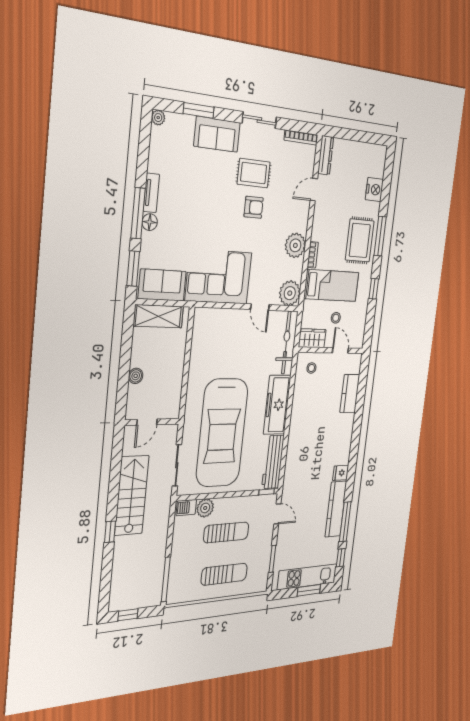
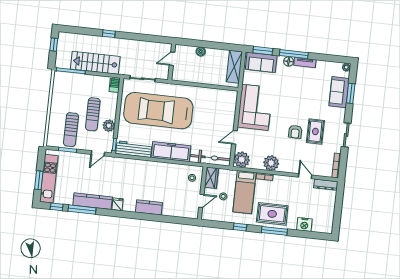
sofa: (217, 134) -> (339, 92), moved
sofa: (162, 285) -> (261, 62), moved, turned 90
kitchen counter: (350, 393) -> (149, 207), moved
door: (147, 422) -> (172, 59), hinge flipped
stairs: (132, 495) -> (95, 63), moved, turned 180
plant: (205, 508) -> (109, 126), moved
sun lounger: (224, 574) -> (71, 130), moved

